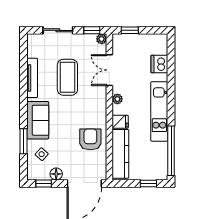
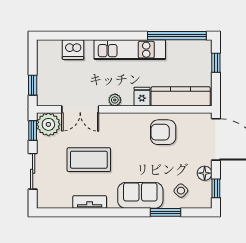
plant: (102, 39) -> (48, 124), width x1.87, depth x1.87
tv unit: (32, 78) -> (90, 202), width x0.71

